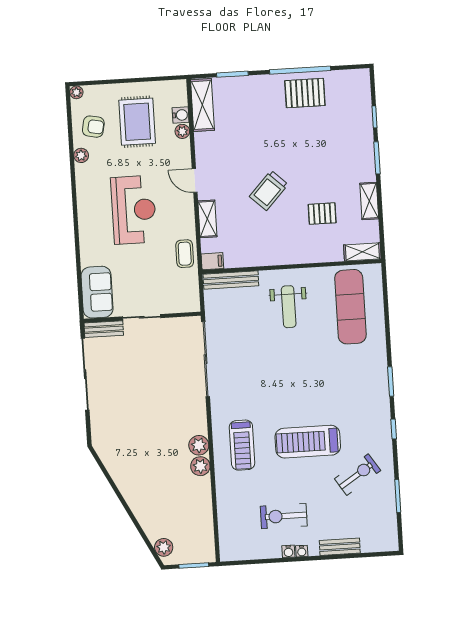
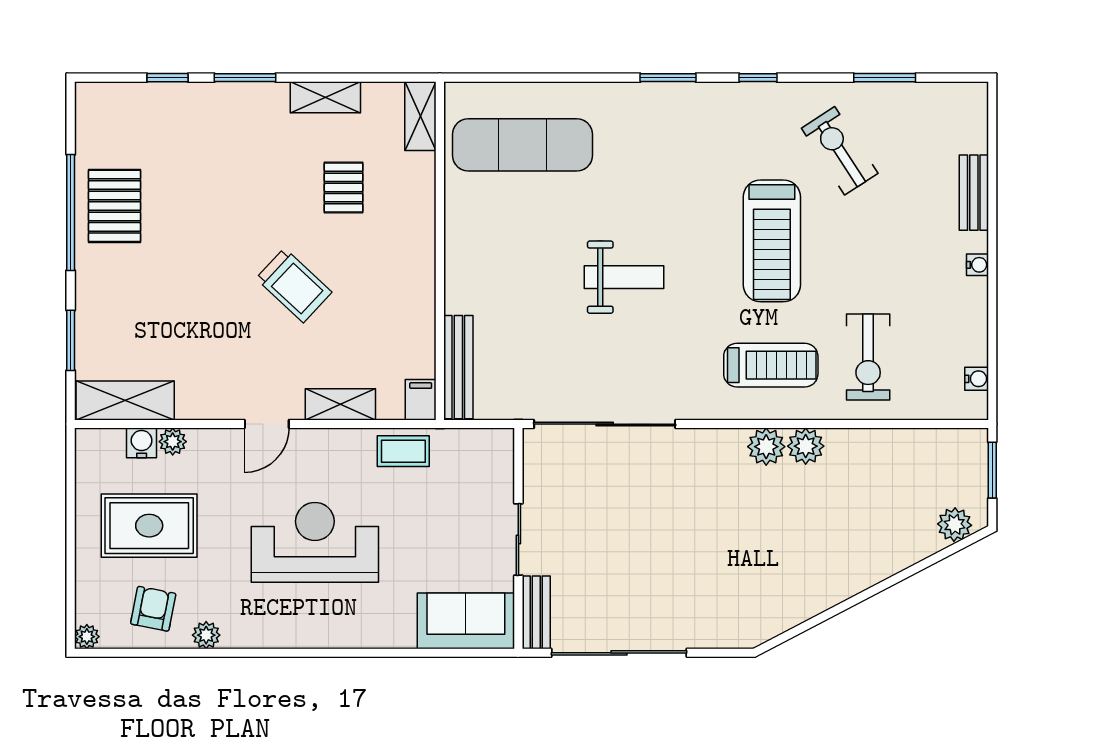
weight bench: (289, 307) -> (624, 277), moved
exercise bike: (284, 516) -> (868, 357), moved
water cooler: (288, 551) -> (977, 379), moved

